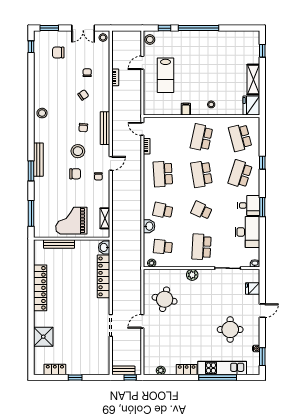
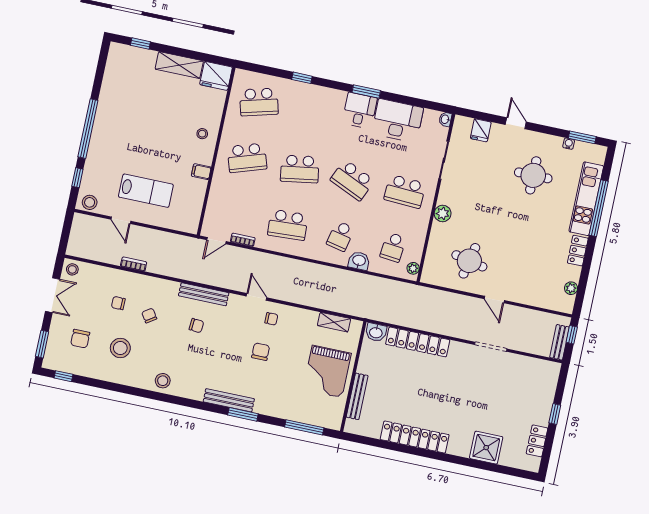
school desk: (202, 138) -> (247, 158), turned -30
stool: (78, 151) -> (120, 348), moved
school desk: (240, 174) -> (312, 113), removed
school desk: (202, 210) -> (352, 180), width x1.85

